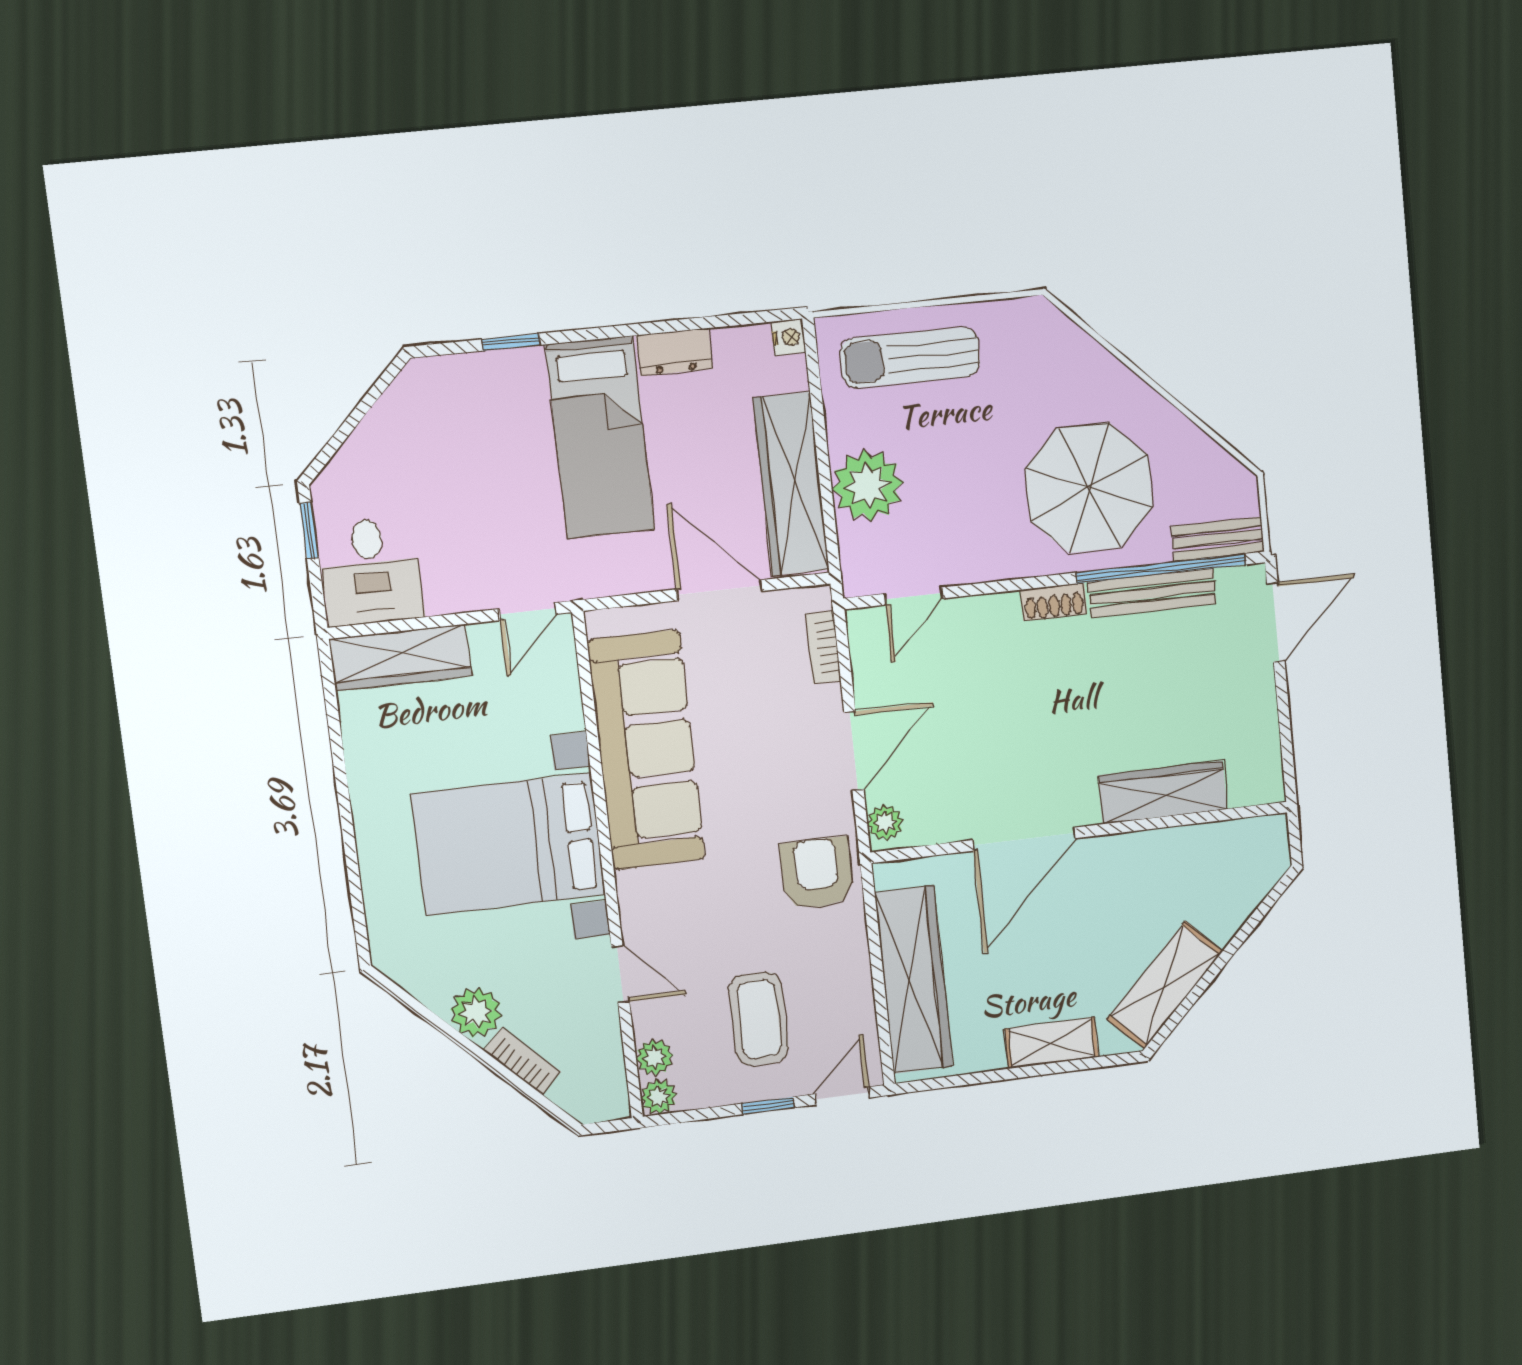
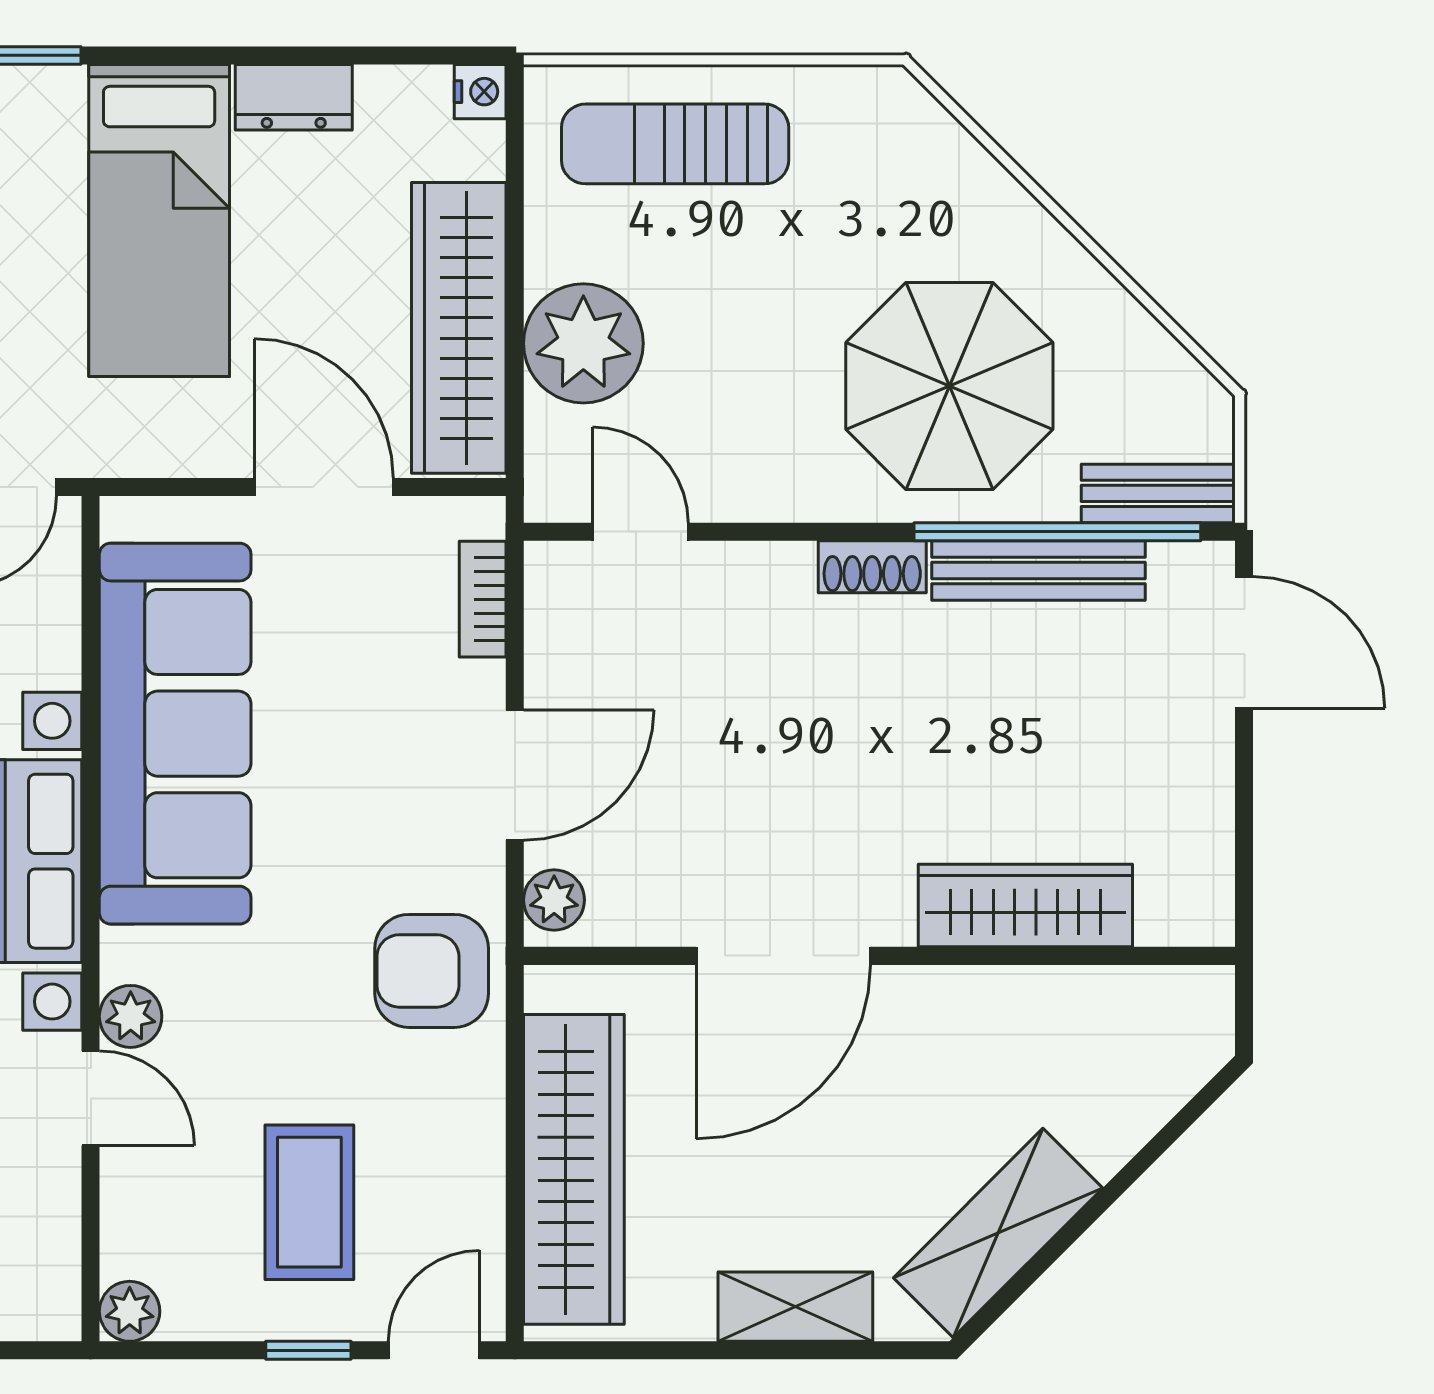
door: (914, 596) -> (640, 532), swing flipped
door: (1276, 622) -> (1244, 642), hinge flipped
armchair: (817, 873) -> (432, 971), turned -90
plant: (655, 1057) -> (131, 1016), moved

